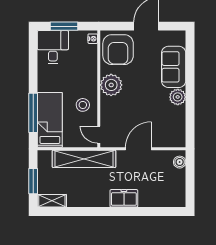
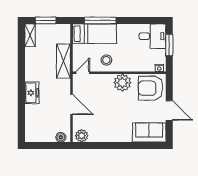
sofa: (174, 67) -> (149, 133), moved
plant: (178, 97) -> (82, 136), moved
shelving: (84, 159) -> (63, 61), width x0.68

